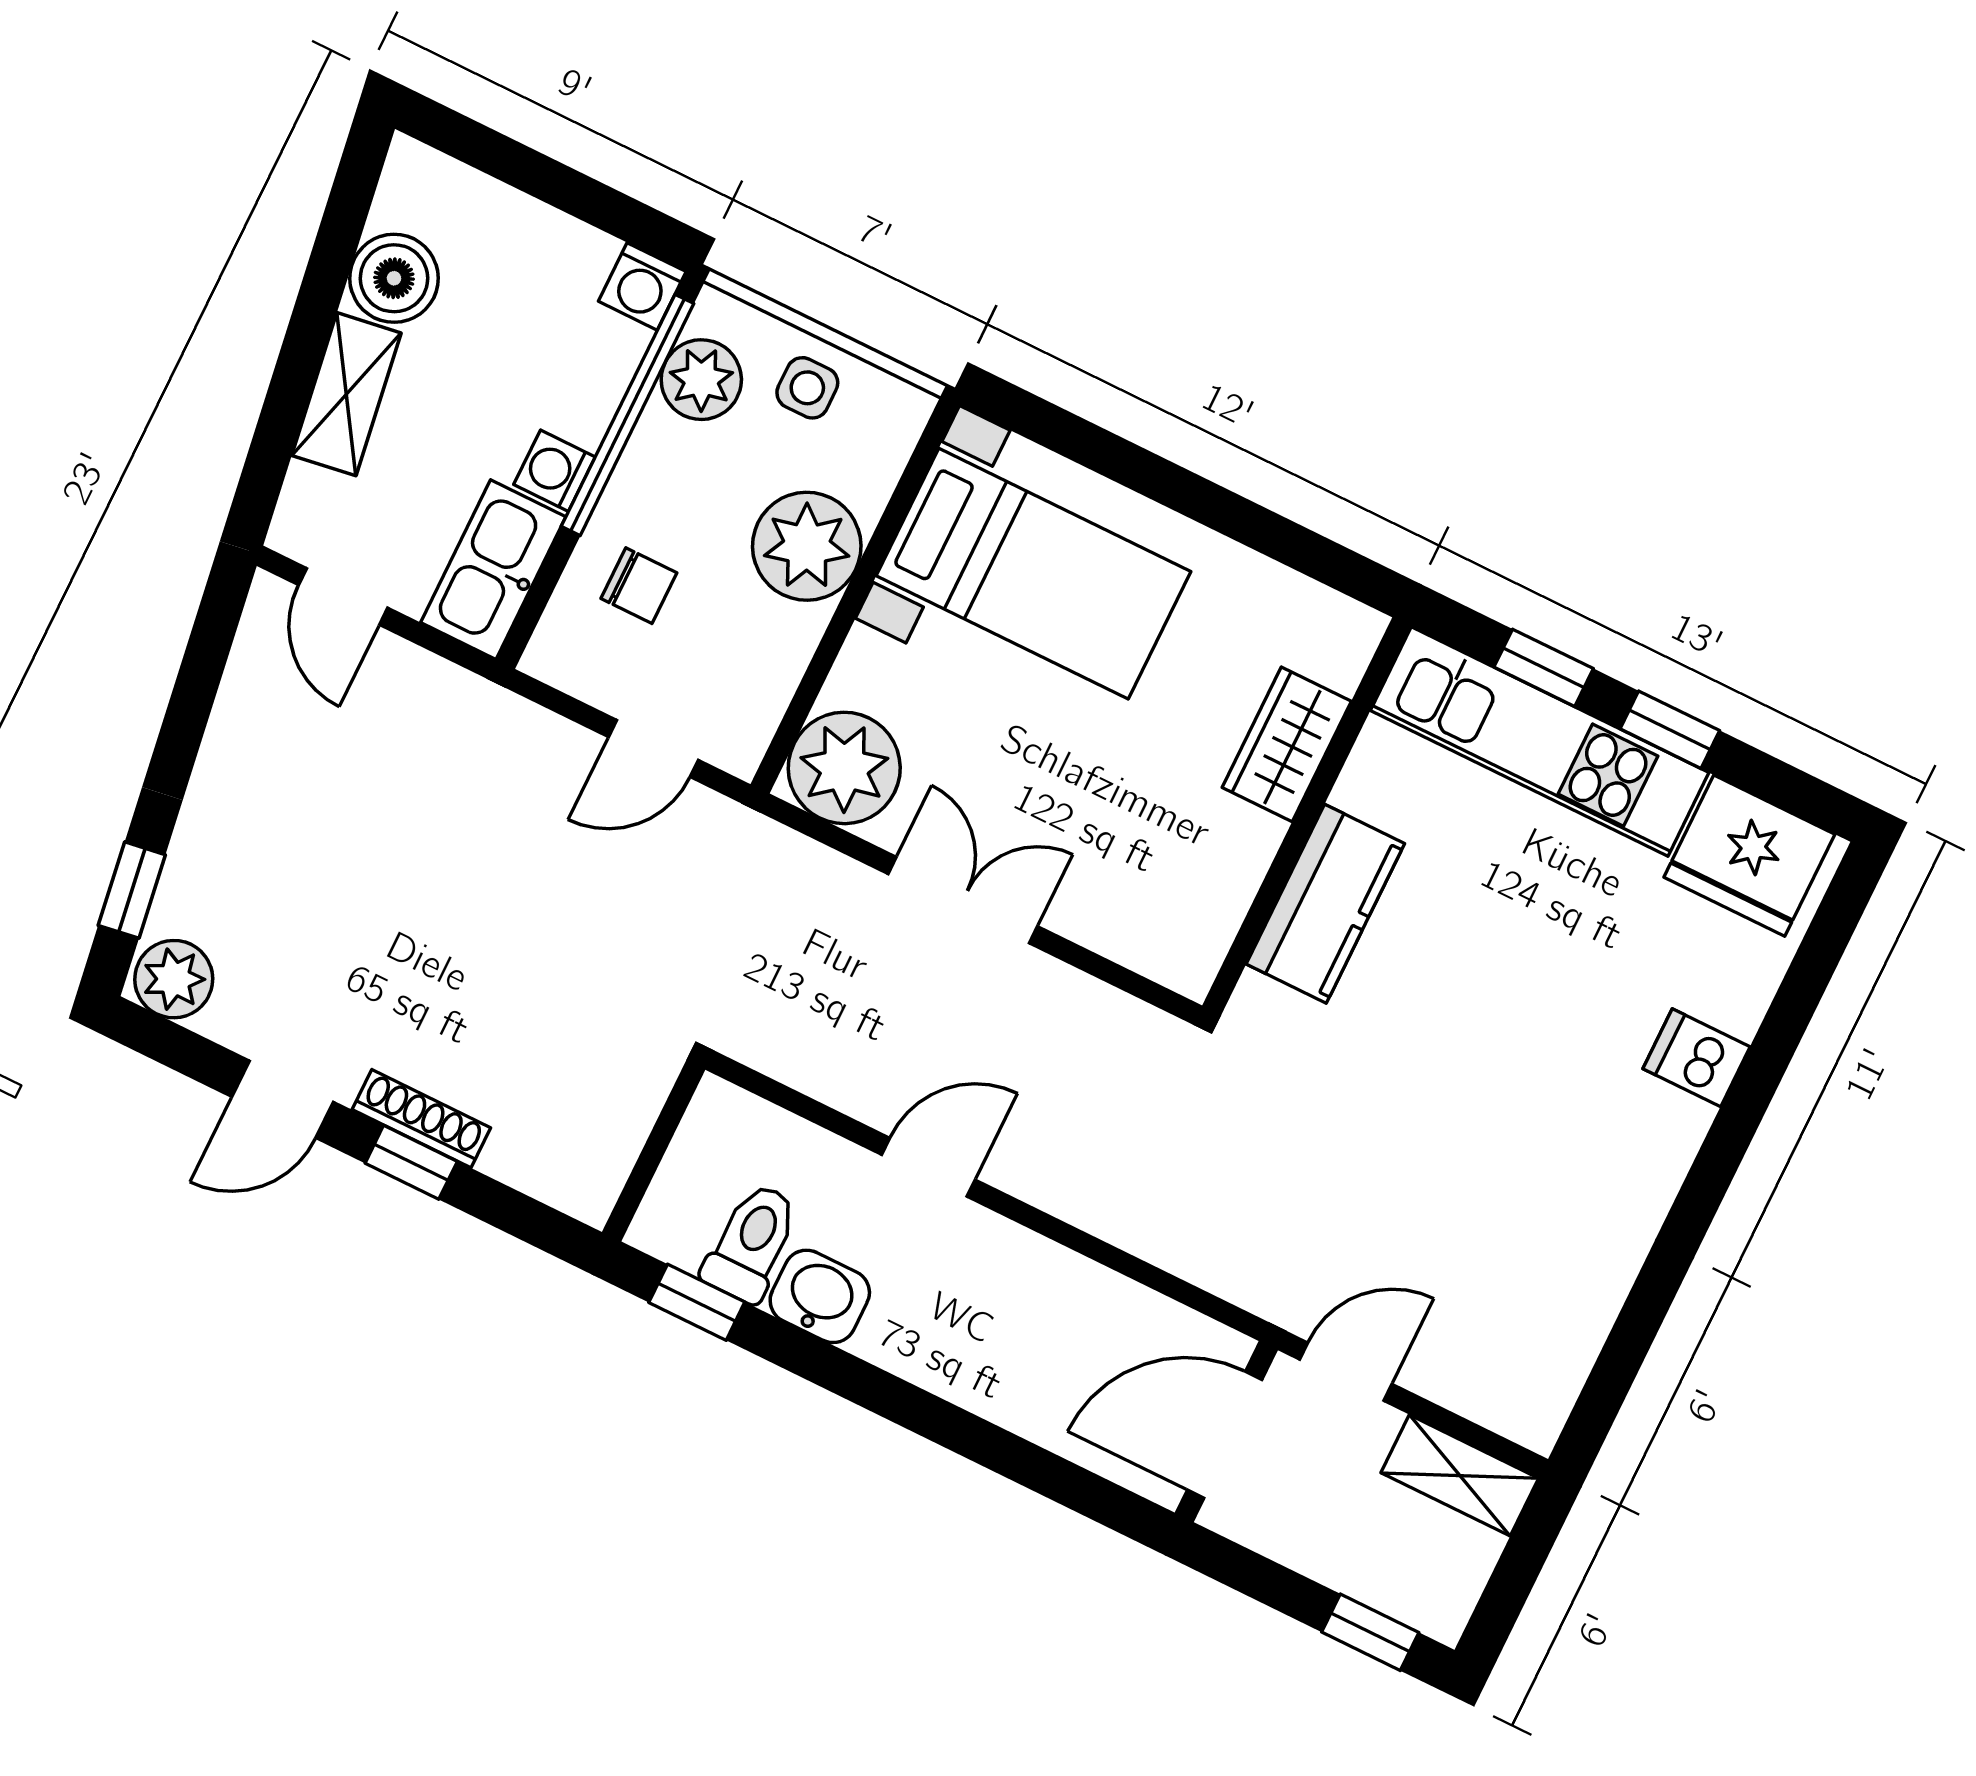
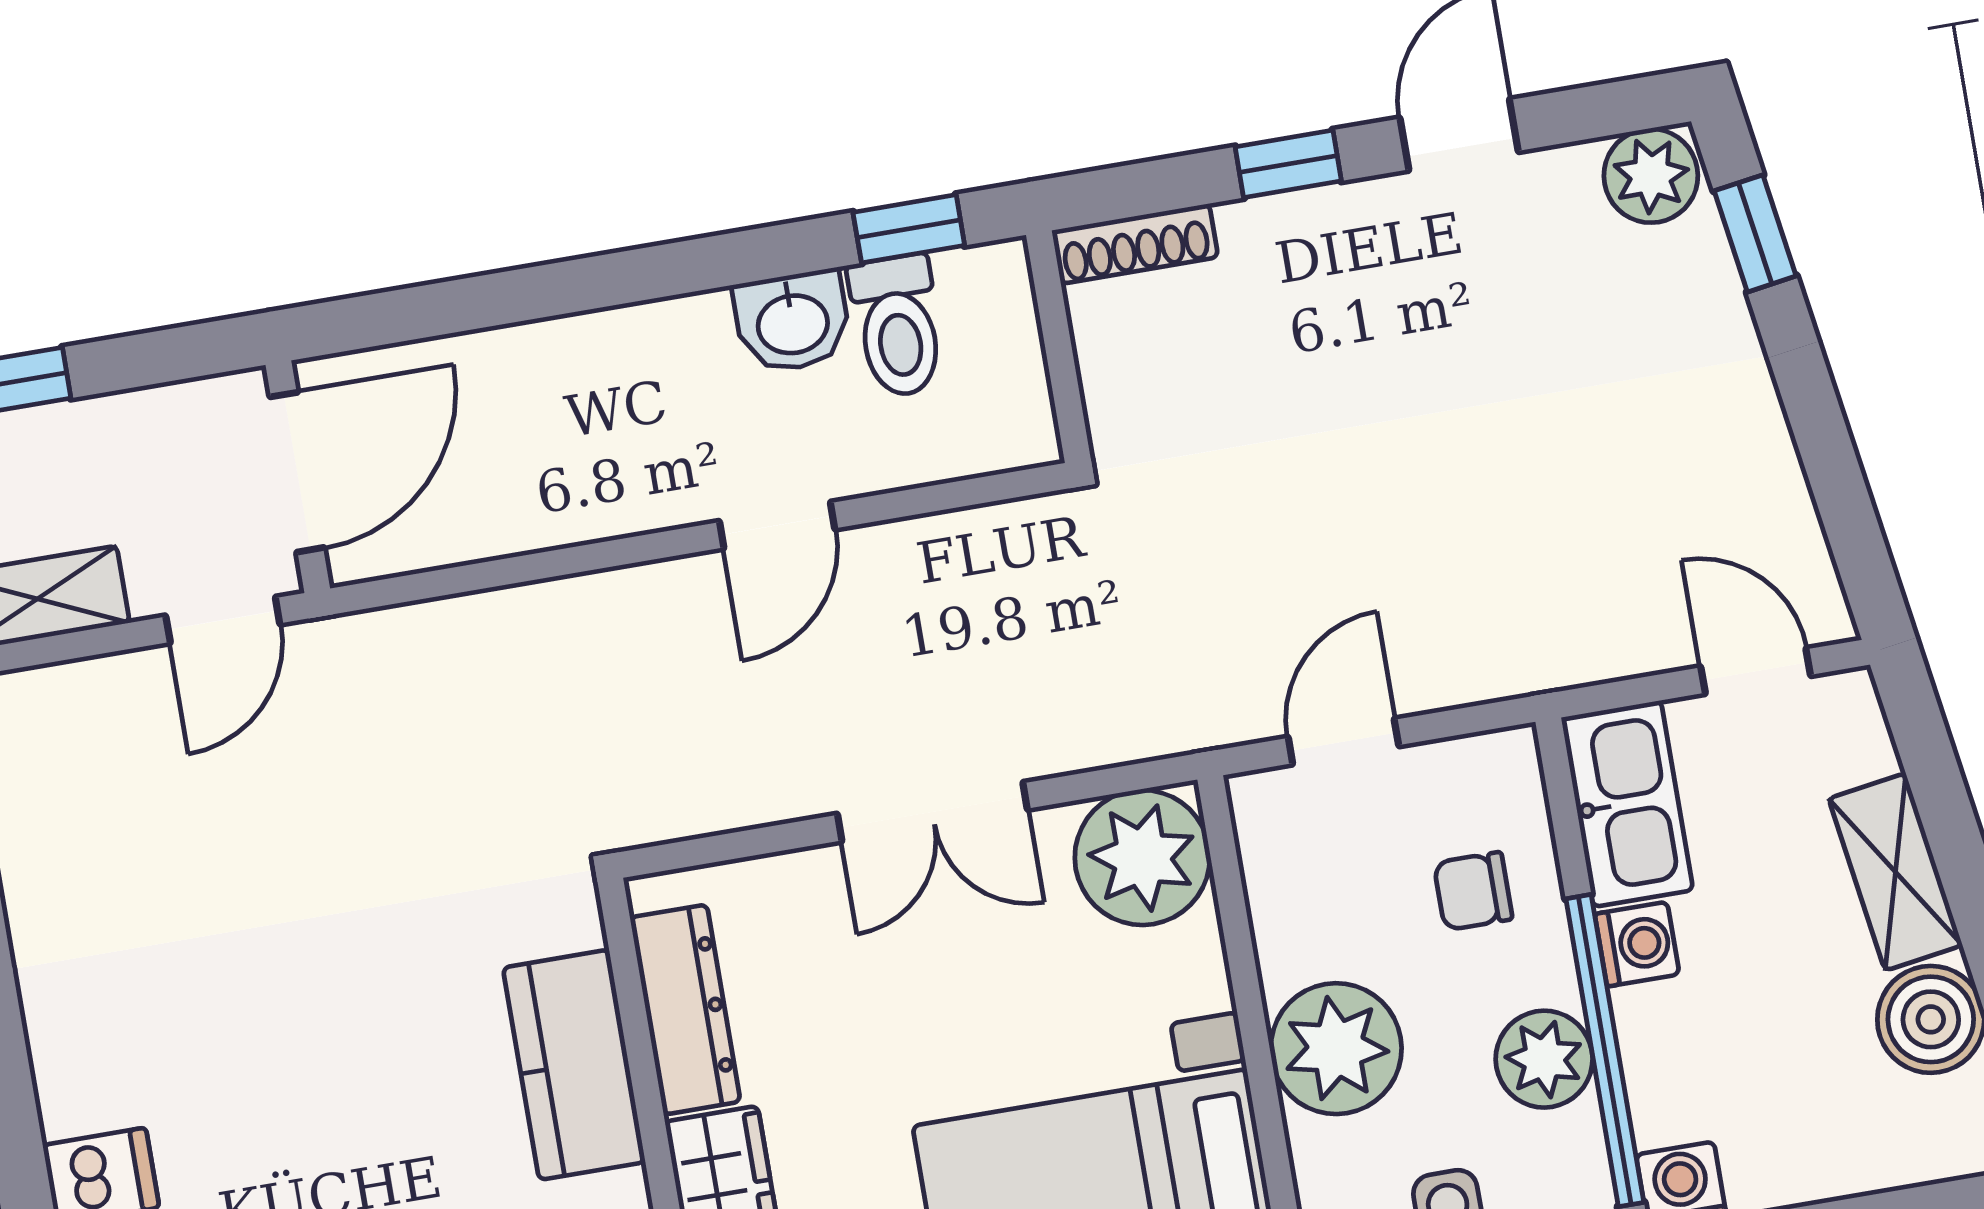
plant: (701, 380) -> (1544, 1059), moved
dresser: (1224, 887) -> (685, 1010), added
shoe rack: (421, 1119) -> (1135, 244), moved

